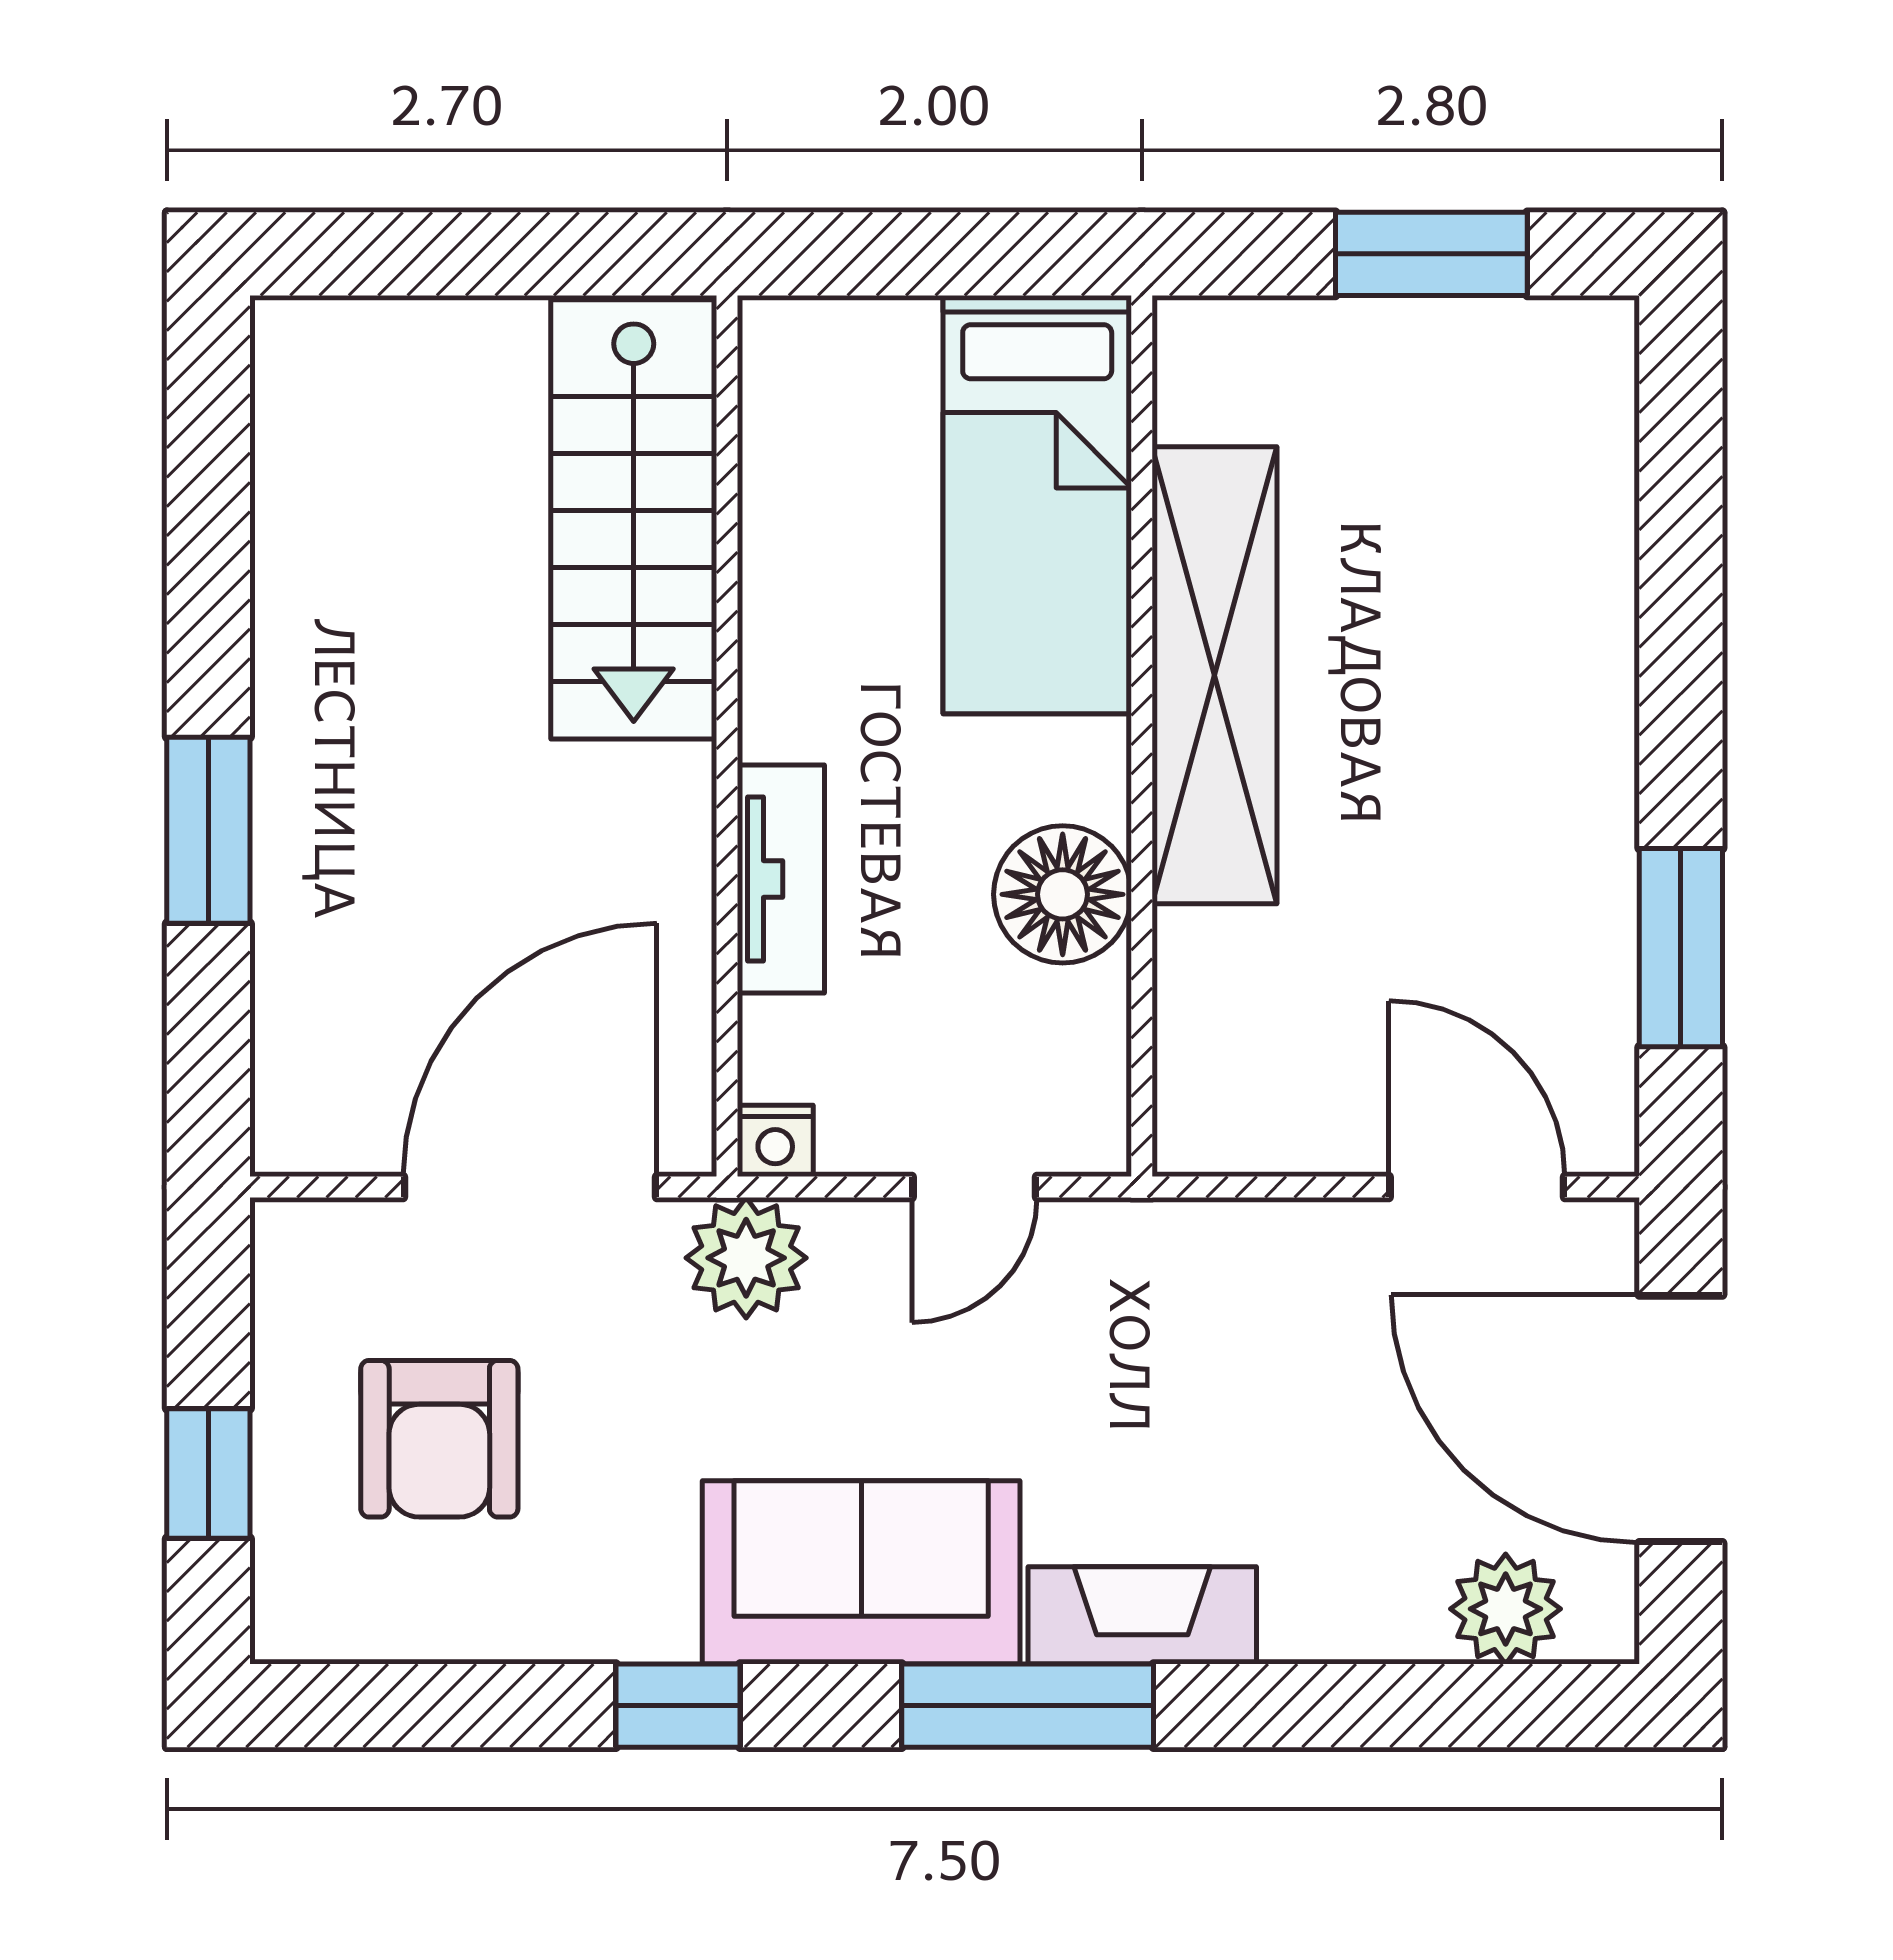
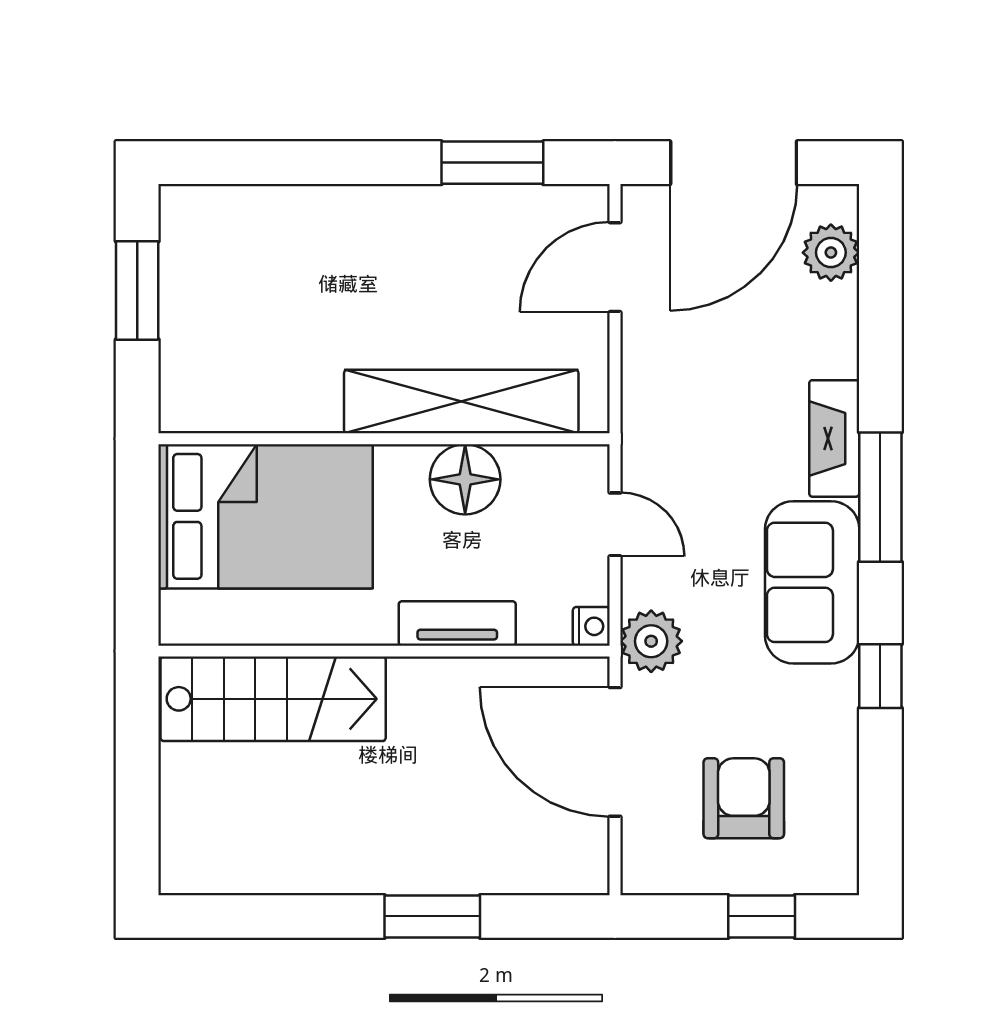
bed: (1037, 505) -> (266, 516), width x1.50
shelving: (1214, 675) -> (461, 401), moved
armchair: (439, 1439) -> (744, 798), turned -90

